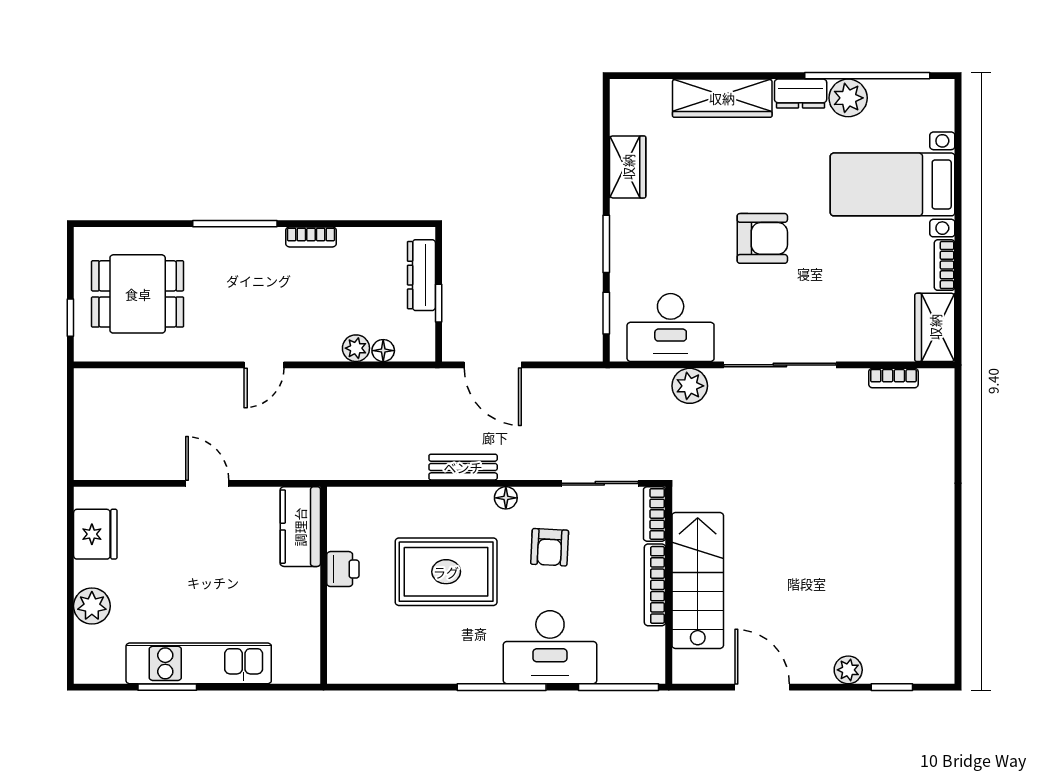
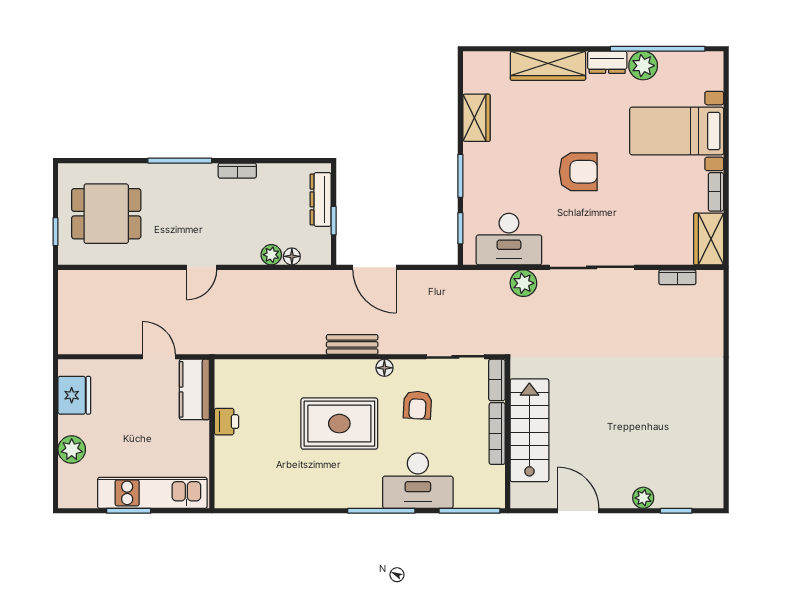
kitchen counter: (300, 527) -> (194, 389), moved
printer: (343, 569) -> (227, 422), moved
wall: (324, 585) -> (212, 434), moved

